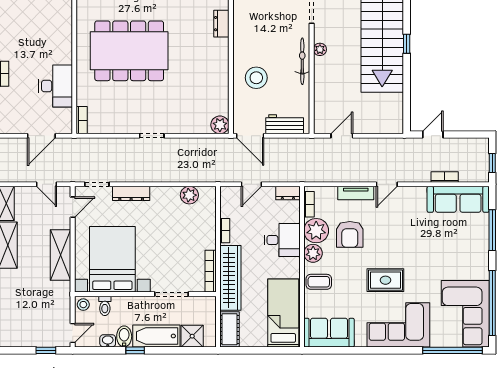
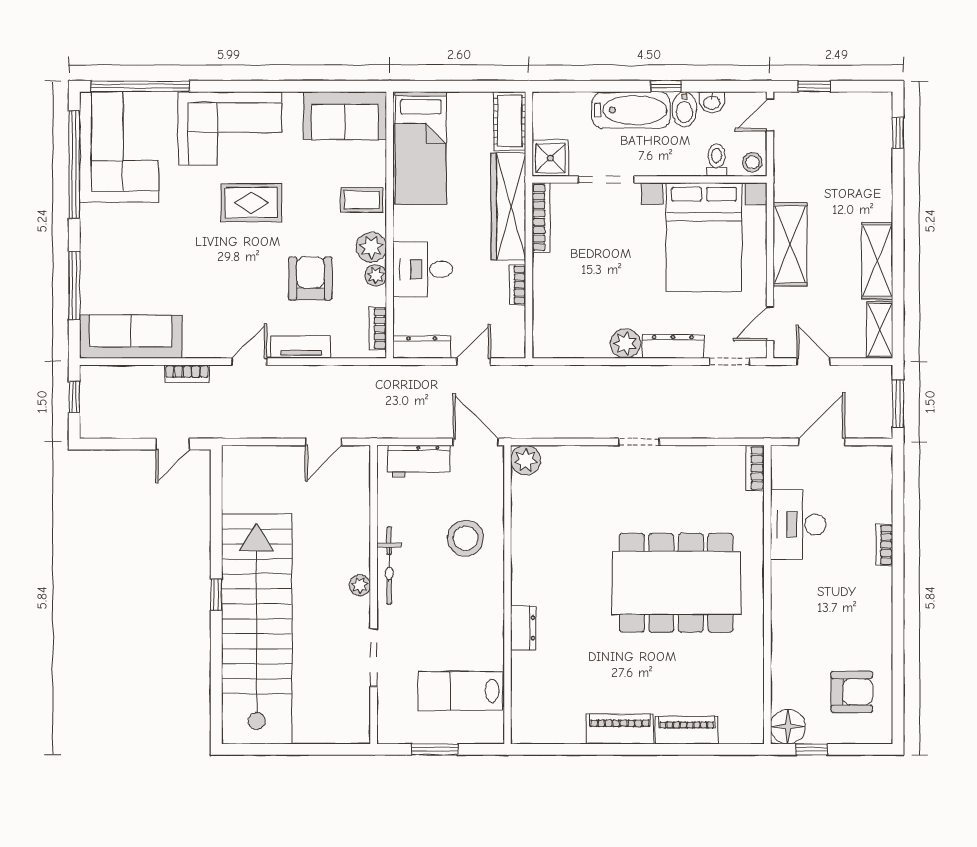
bookcase: (445, 177) -> (187, 374), moved
dresser: (288, 193) -> (422, 347), width x1.44
plant: (189, 195) -> (625, 344), moved
plant: (316, 231) -> (376, 275), width x0.53, depth x0.53
shower: (192, 336) -> (550, 158), moved

